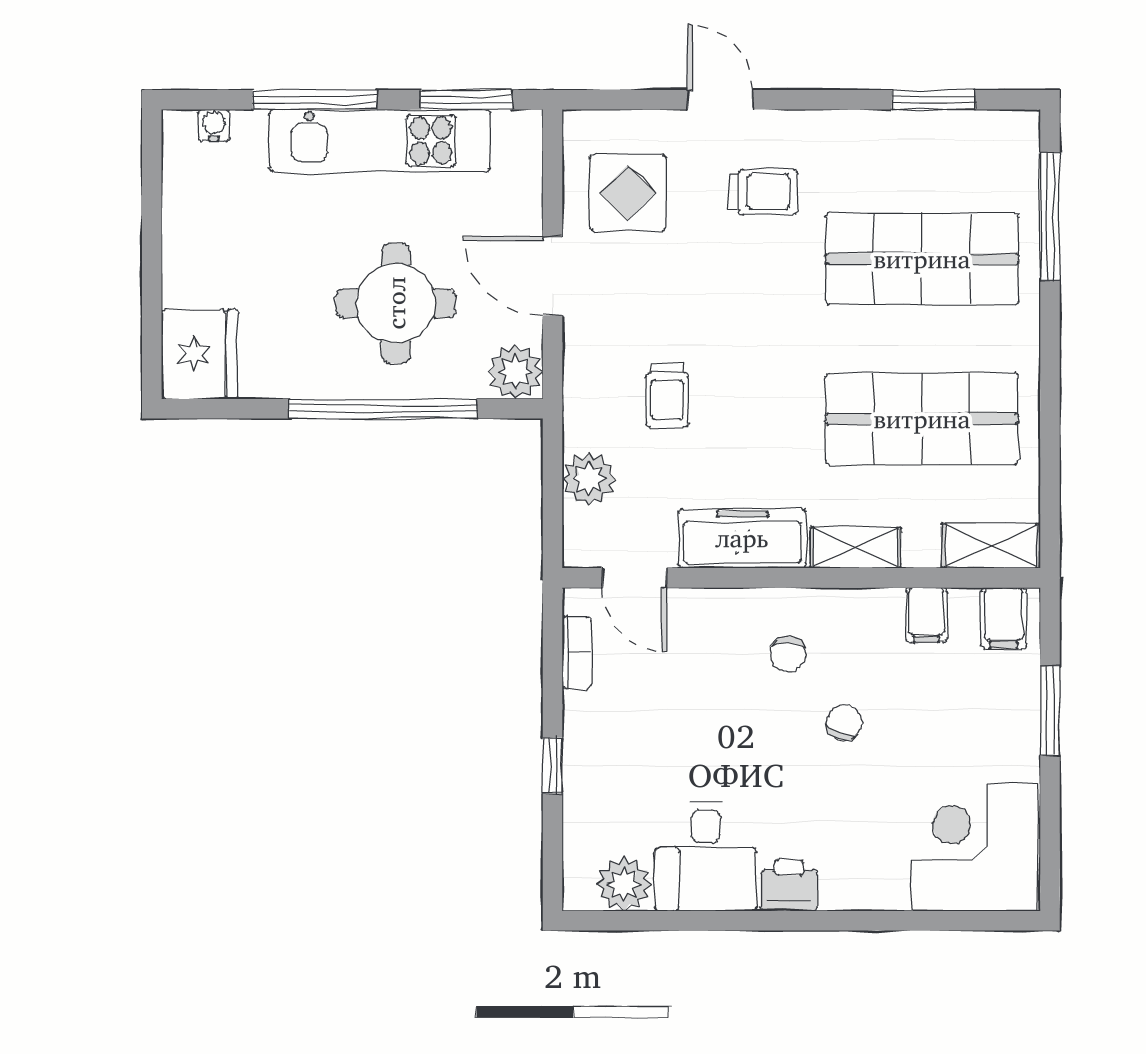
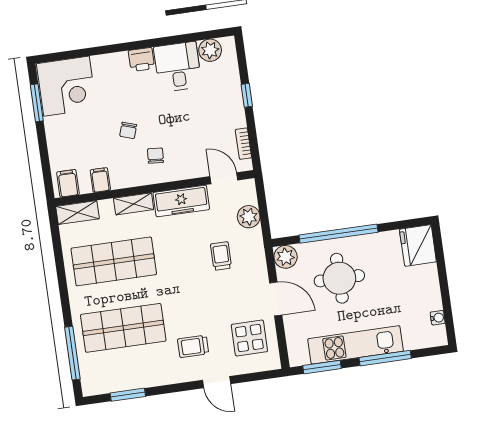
water cooler: (214, 125) -> (438, 318), moved, turned -90
window: (1050, 711) -> (37, 103), moved

